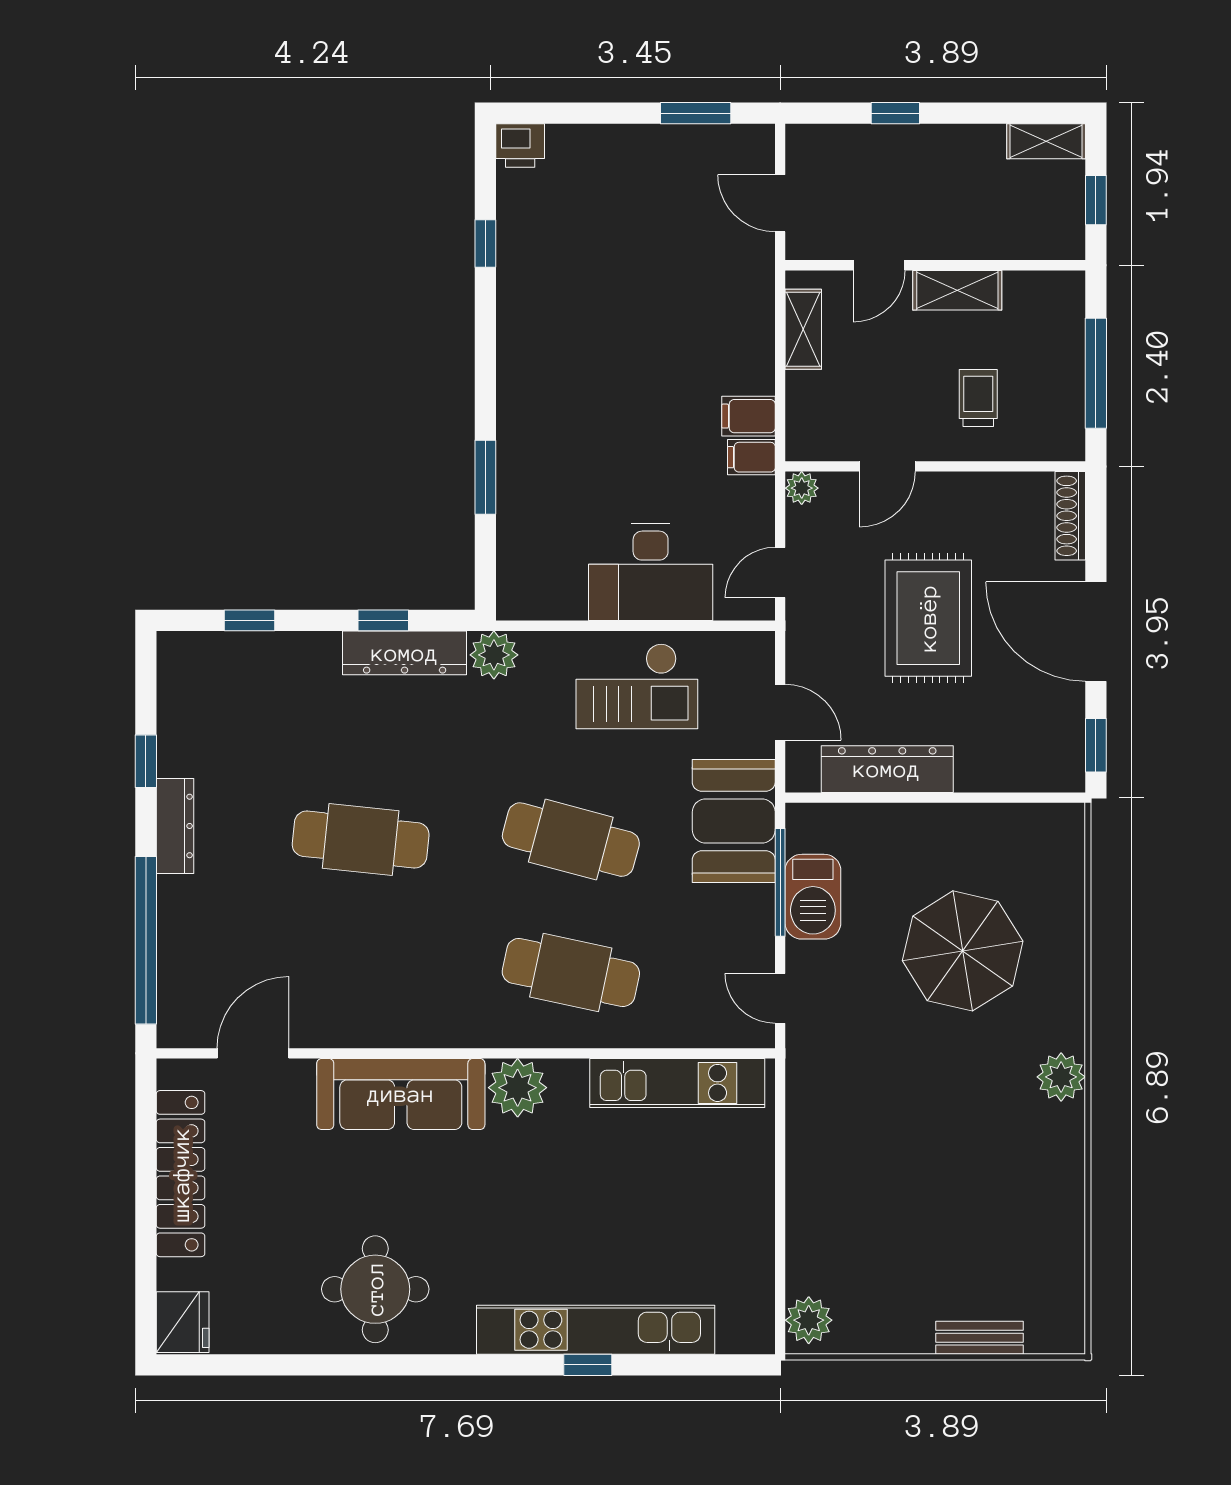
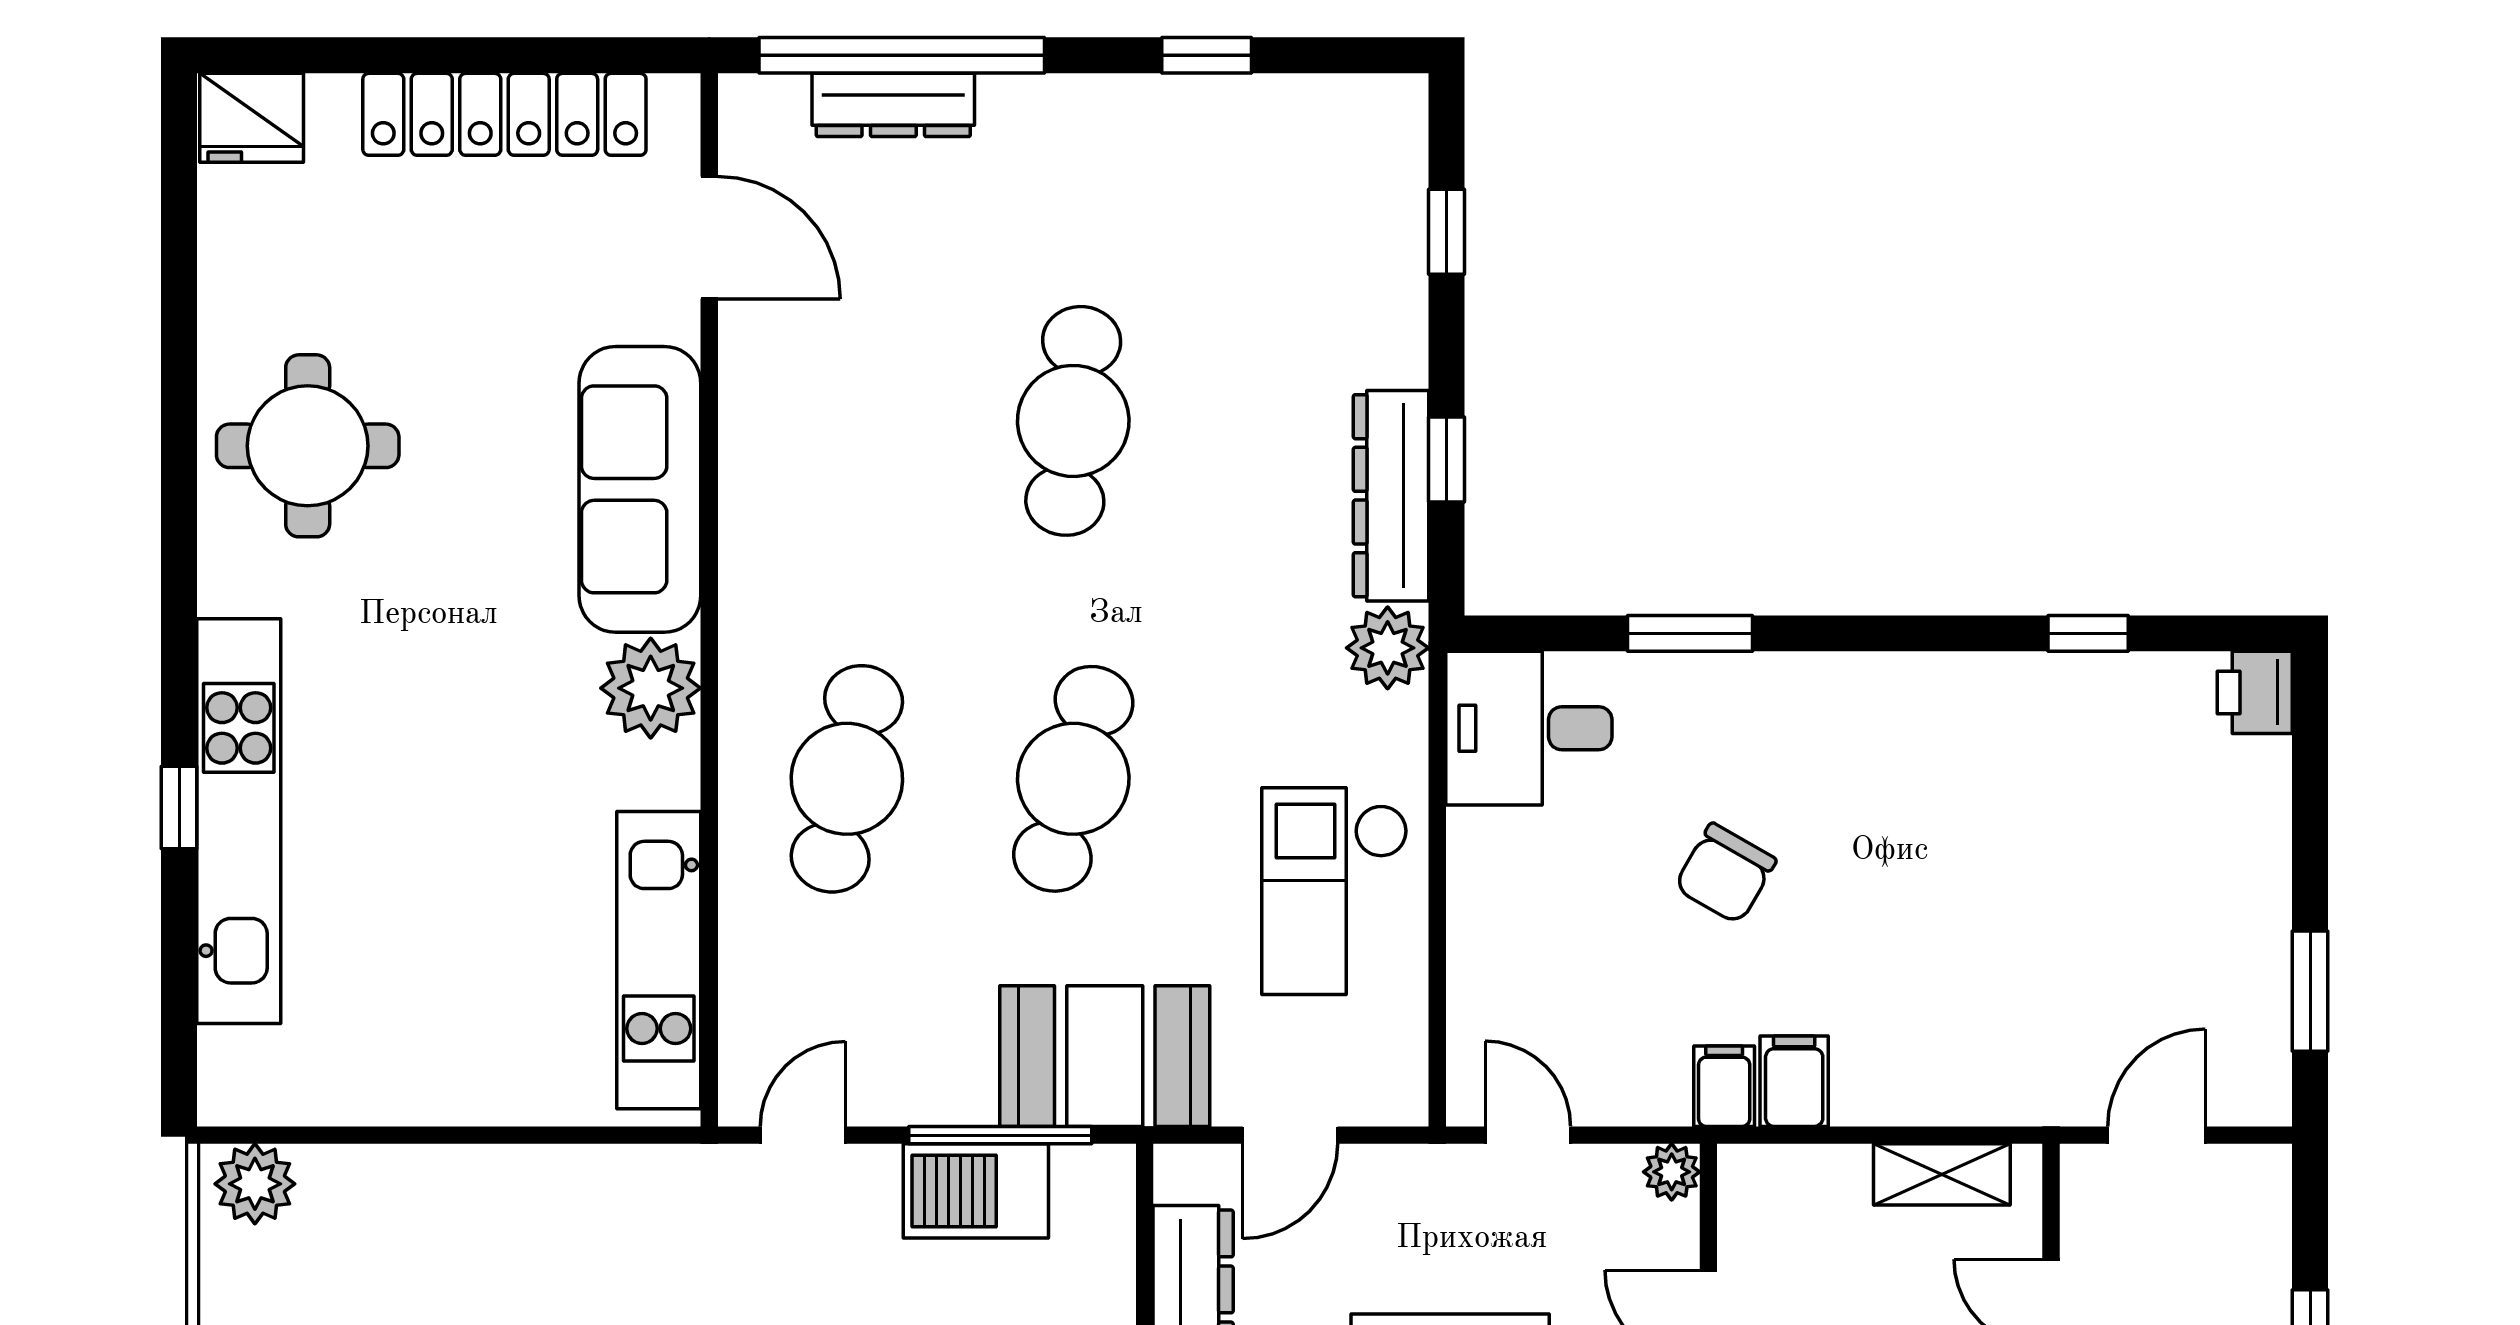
chair: (626, 457) -> (1725, 874), added
desk: (651, 572) -> (1529, 728), moved, width x0.73
dresser: (175, 826) -> (893, 105), moved

